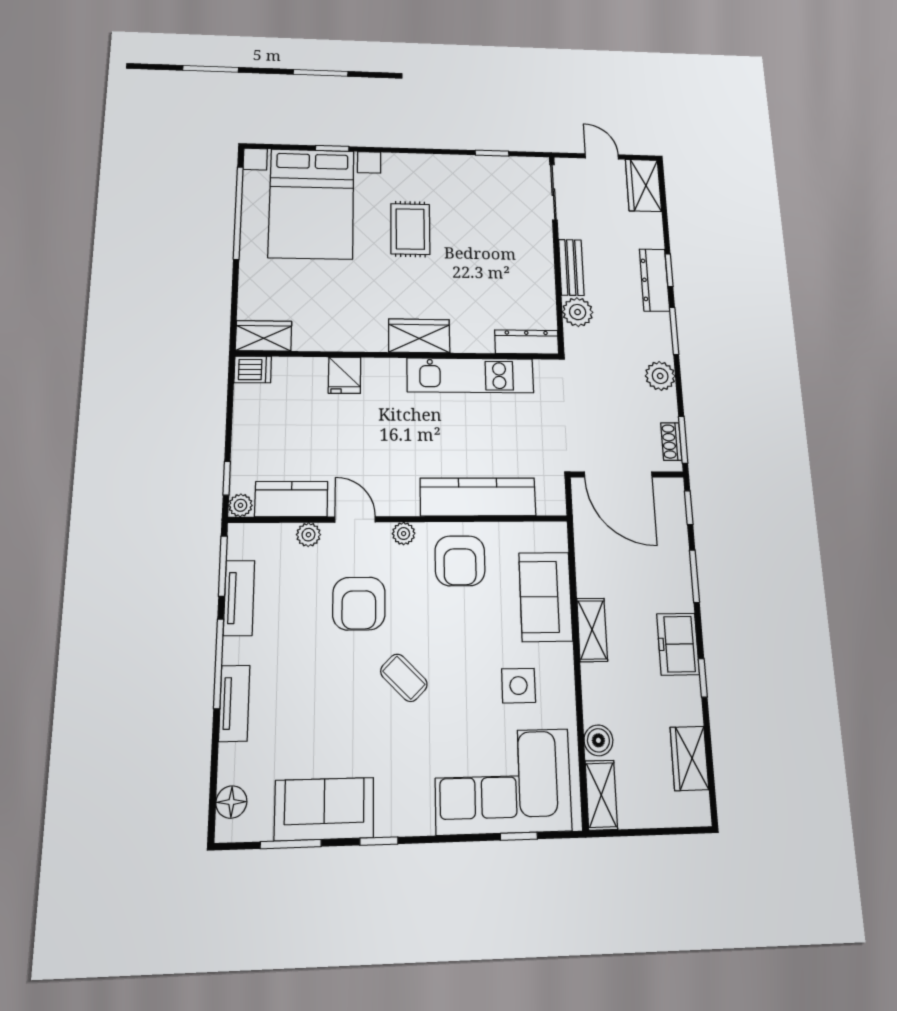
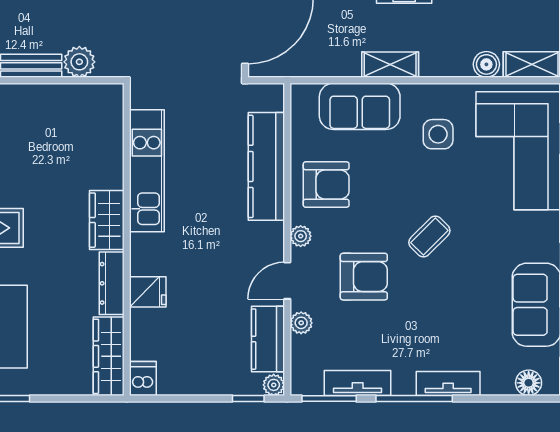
wardrobe: (264, 336) -> (109, 356), width x1.50
dresser: (527, 342) -> (112, 283), moved

